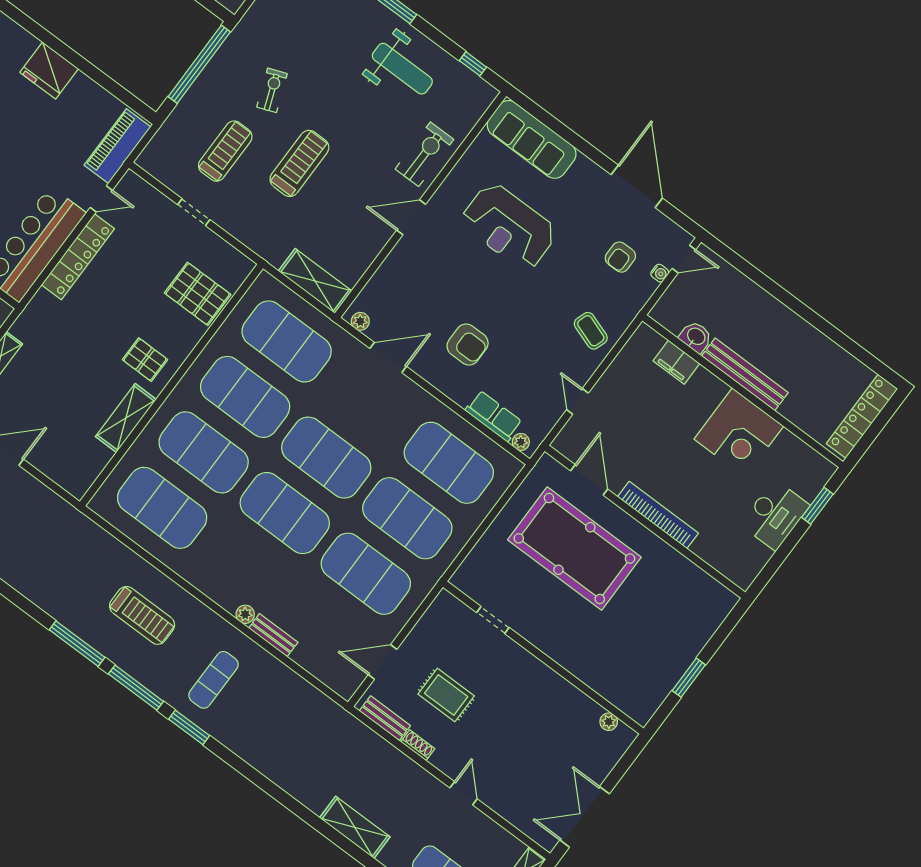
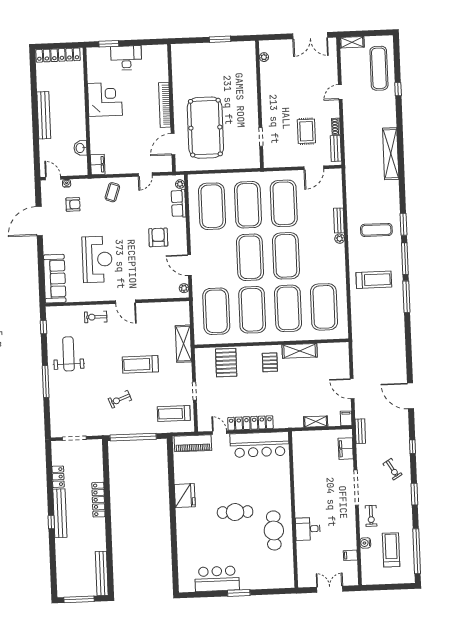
treadmill: (225, 151) -> (174, 414), moved
exercise bike: (424, 154) -> (96, 317), width x0.73, depth x0.72
shelving: (315, 281) -> (183, 344), moved
filing cabinet: (676, 362) -> (98, 165), moved
bench: (745, 374) -> (44, 115), moved
treadmill: (142, 615) -> (374, 280), turned 90
door: (383, 662) -> (314, 168), hinge flipped
shelving: (355, 827) -> (391, 154), moved, width x1.47

